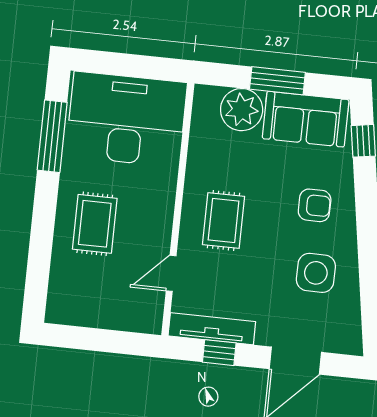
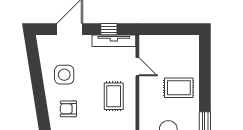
rug: (95, 224) -> (179, 88), turned 90
door: (171, 273) -> (137, 67), hinge flipped

